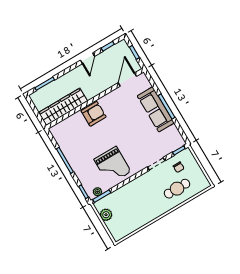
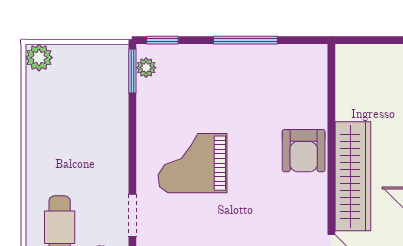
wardrobe: (63, 107) -> (353, 176), moved
grand piano: (113, 166) -> (192, 163), moved
plant: (106, 215) -> (39, 58), moved

